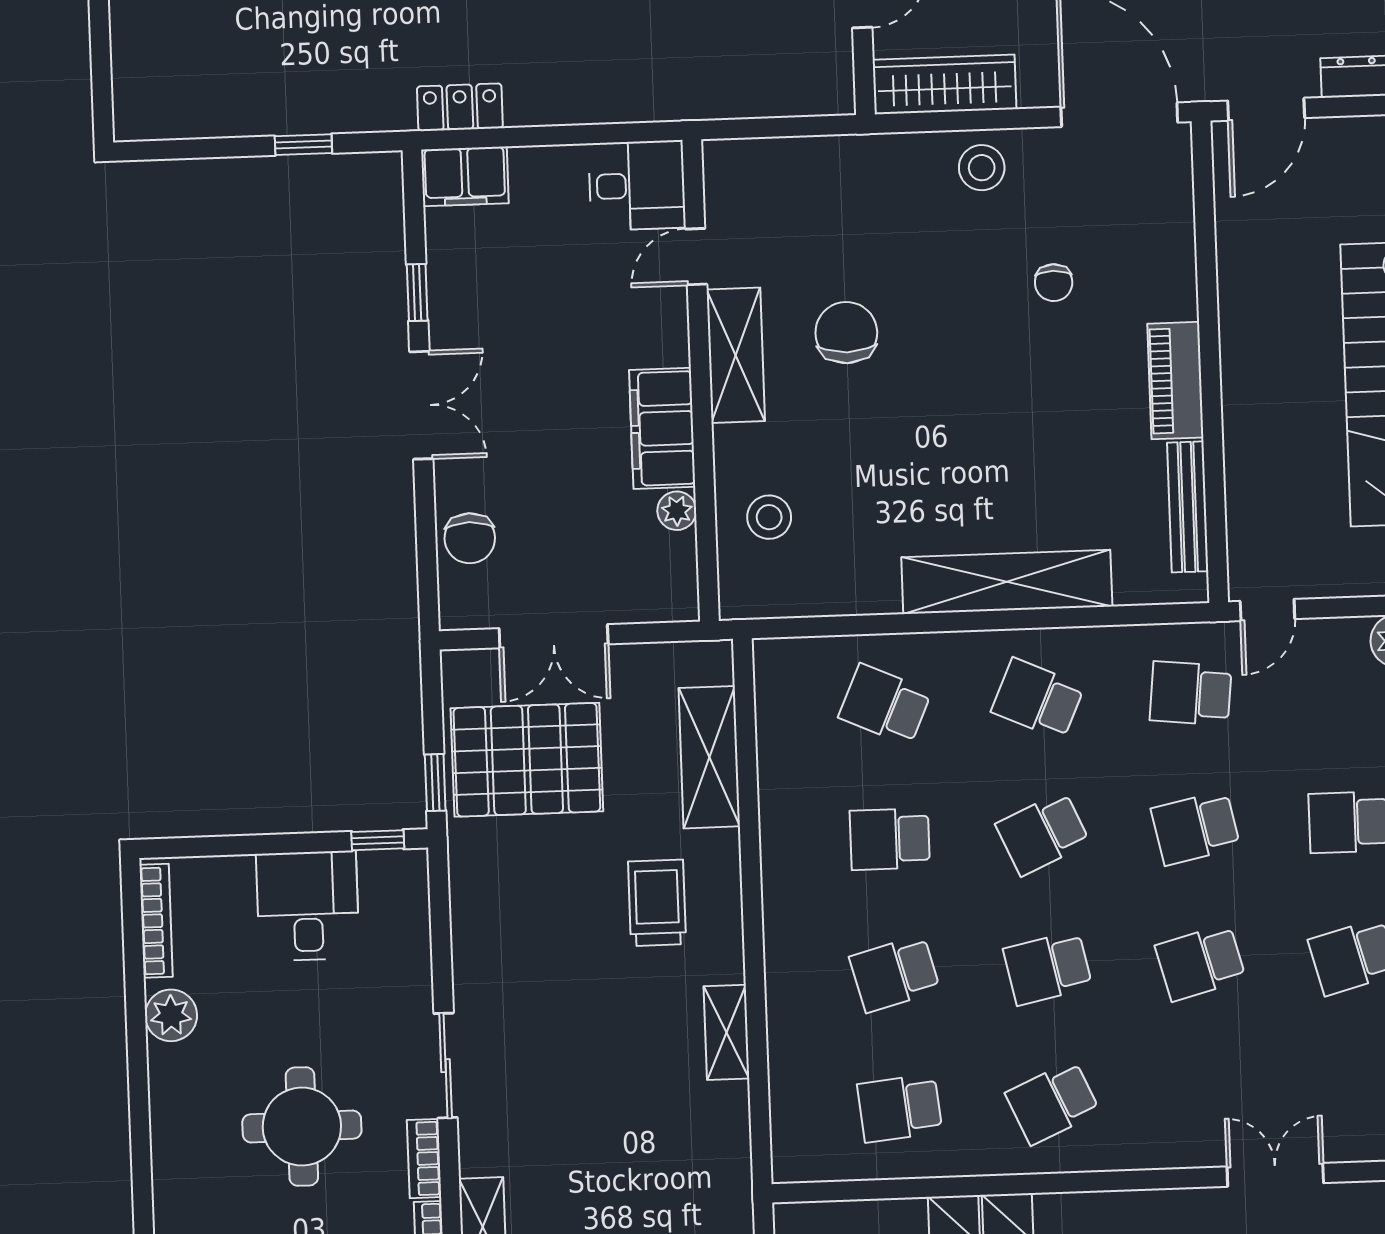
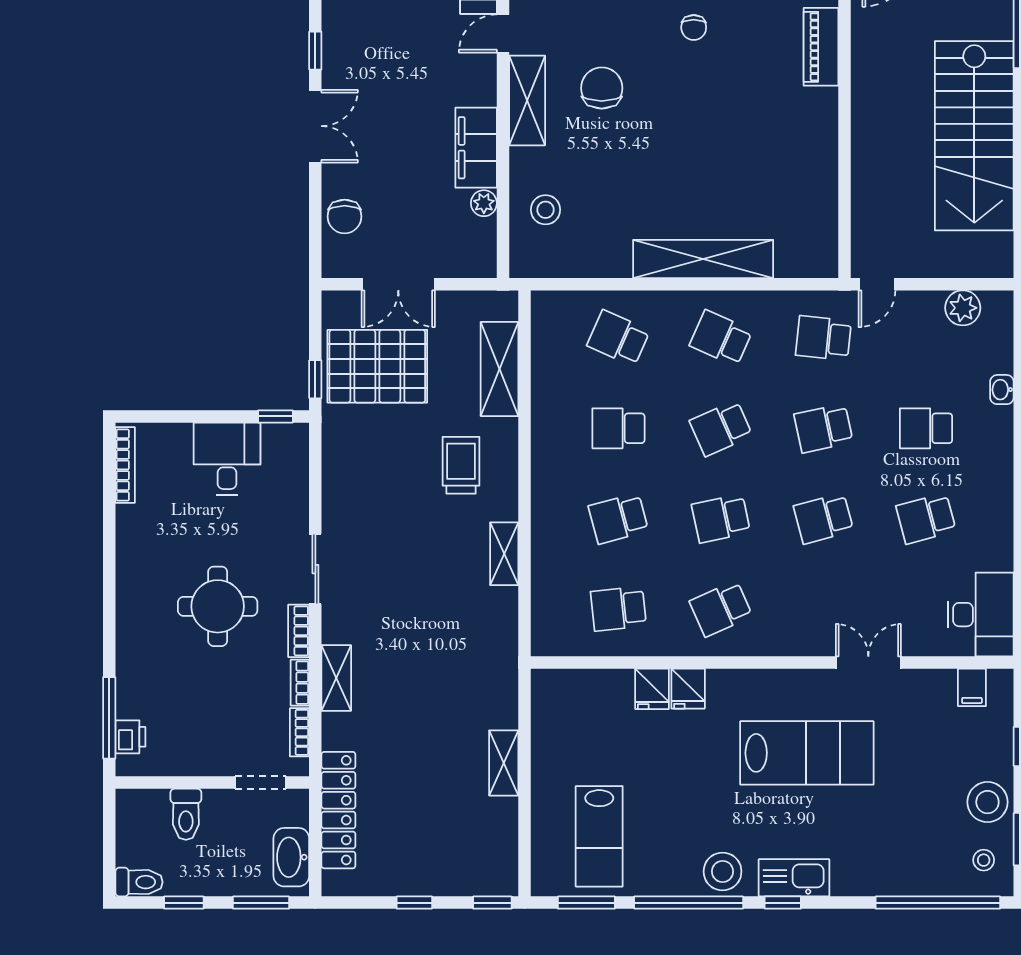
chair: (1054, 283) -> (694, 28), moved
piano: (1175, 381) -> (821, 47), moved
bench: (1188, 507) -> (826, 213), removed
plant: (171, 1015) -> (133, 529), removed

